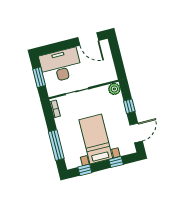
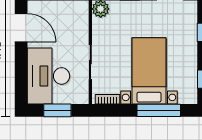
door: (88, 39) -> (21, 28), hinge flipped
bed with nightstands: (96, 139) -> (149, 71), moved, turned 90

